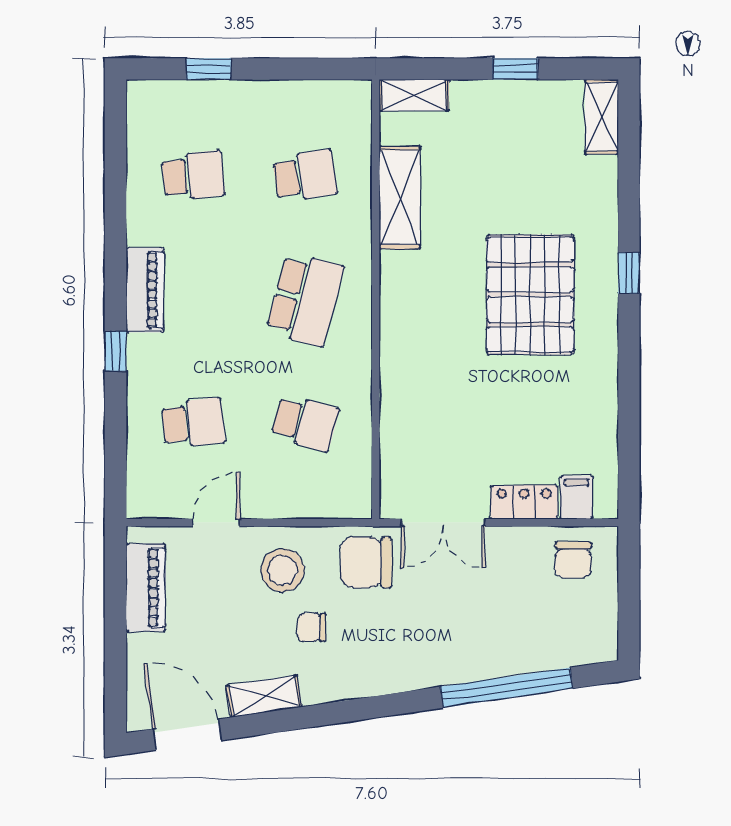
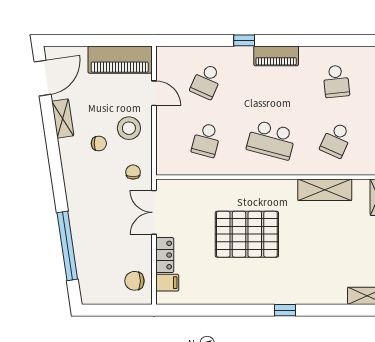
school desk: (305, 176) -> (336, 140), turned 33
pallet: (530, 295) -> (247, 234), moved
school desk: (193, 423) -> (206, 81), turned 30
chair: (366, 562) -> (133, 172), width x0.54, depth x0.54
piano: (146, 588) -> (120, 60), width x1.37, depth x1.33
chair: (312, 627) -> (99, 143), turned 90

